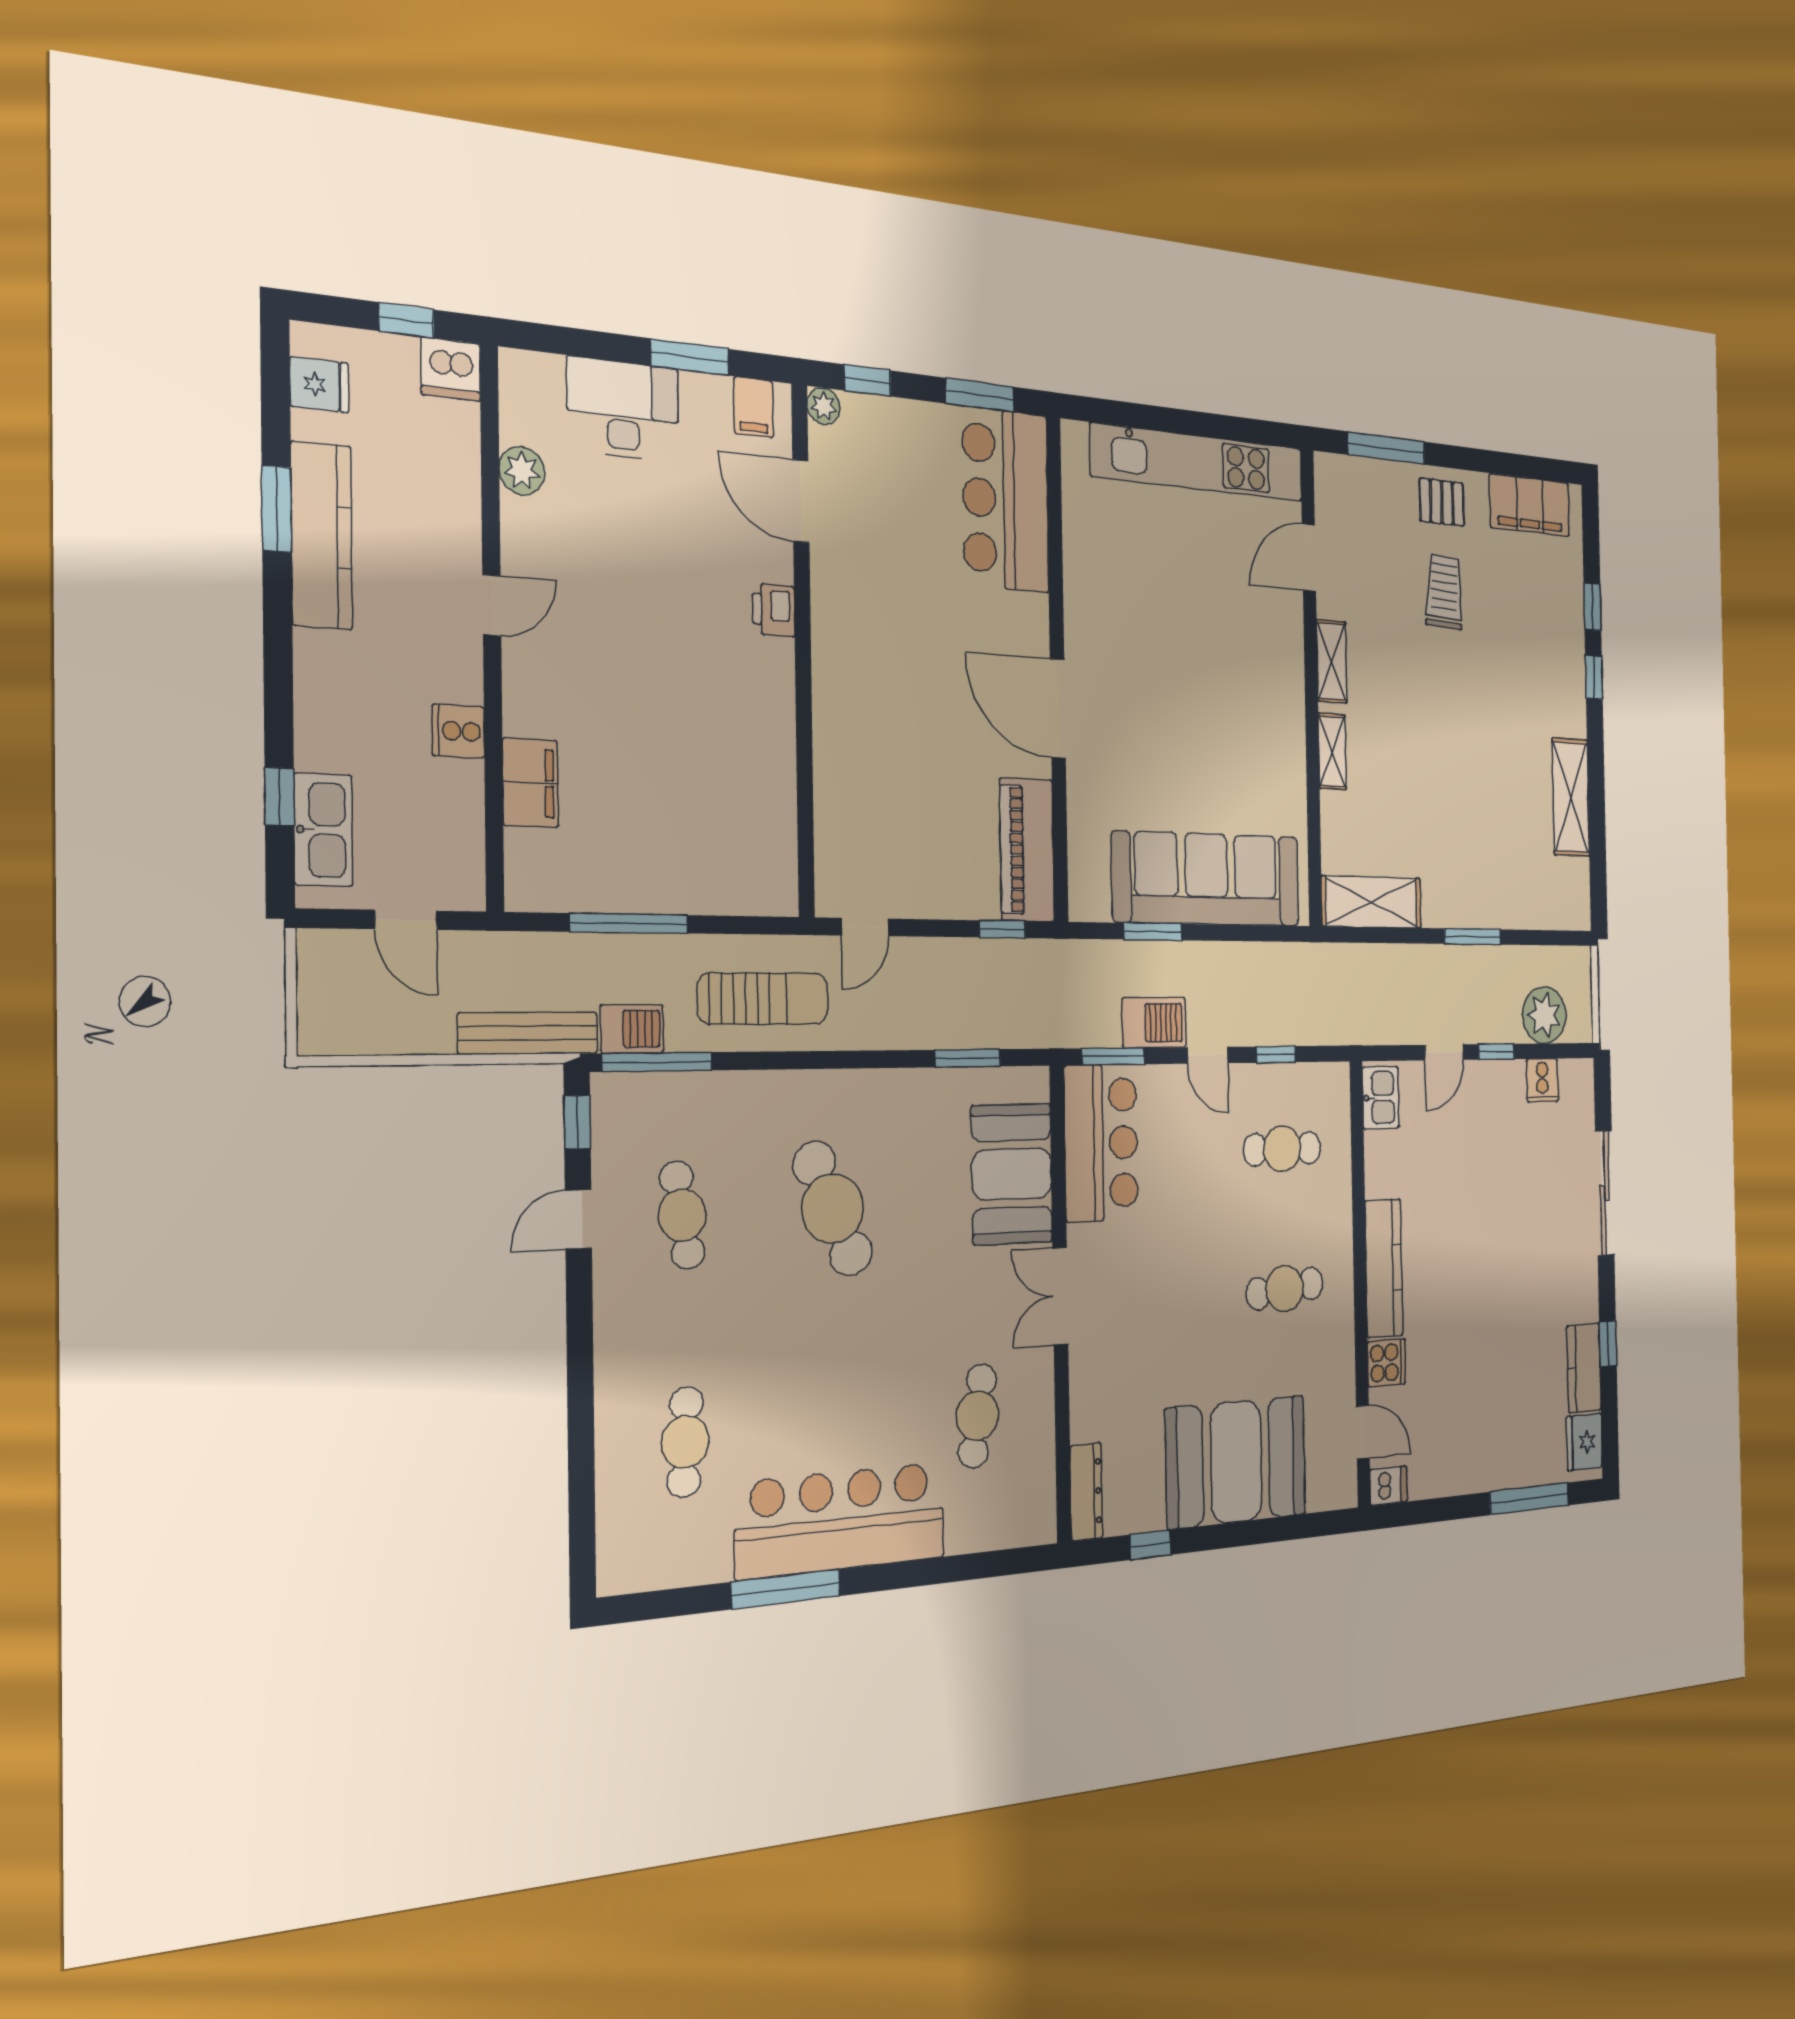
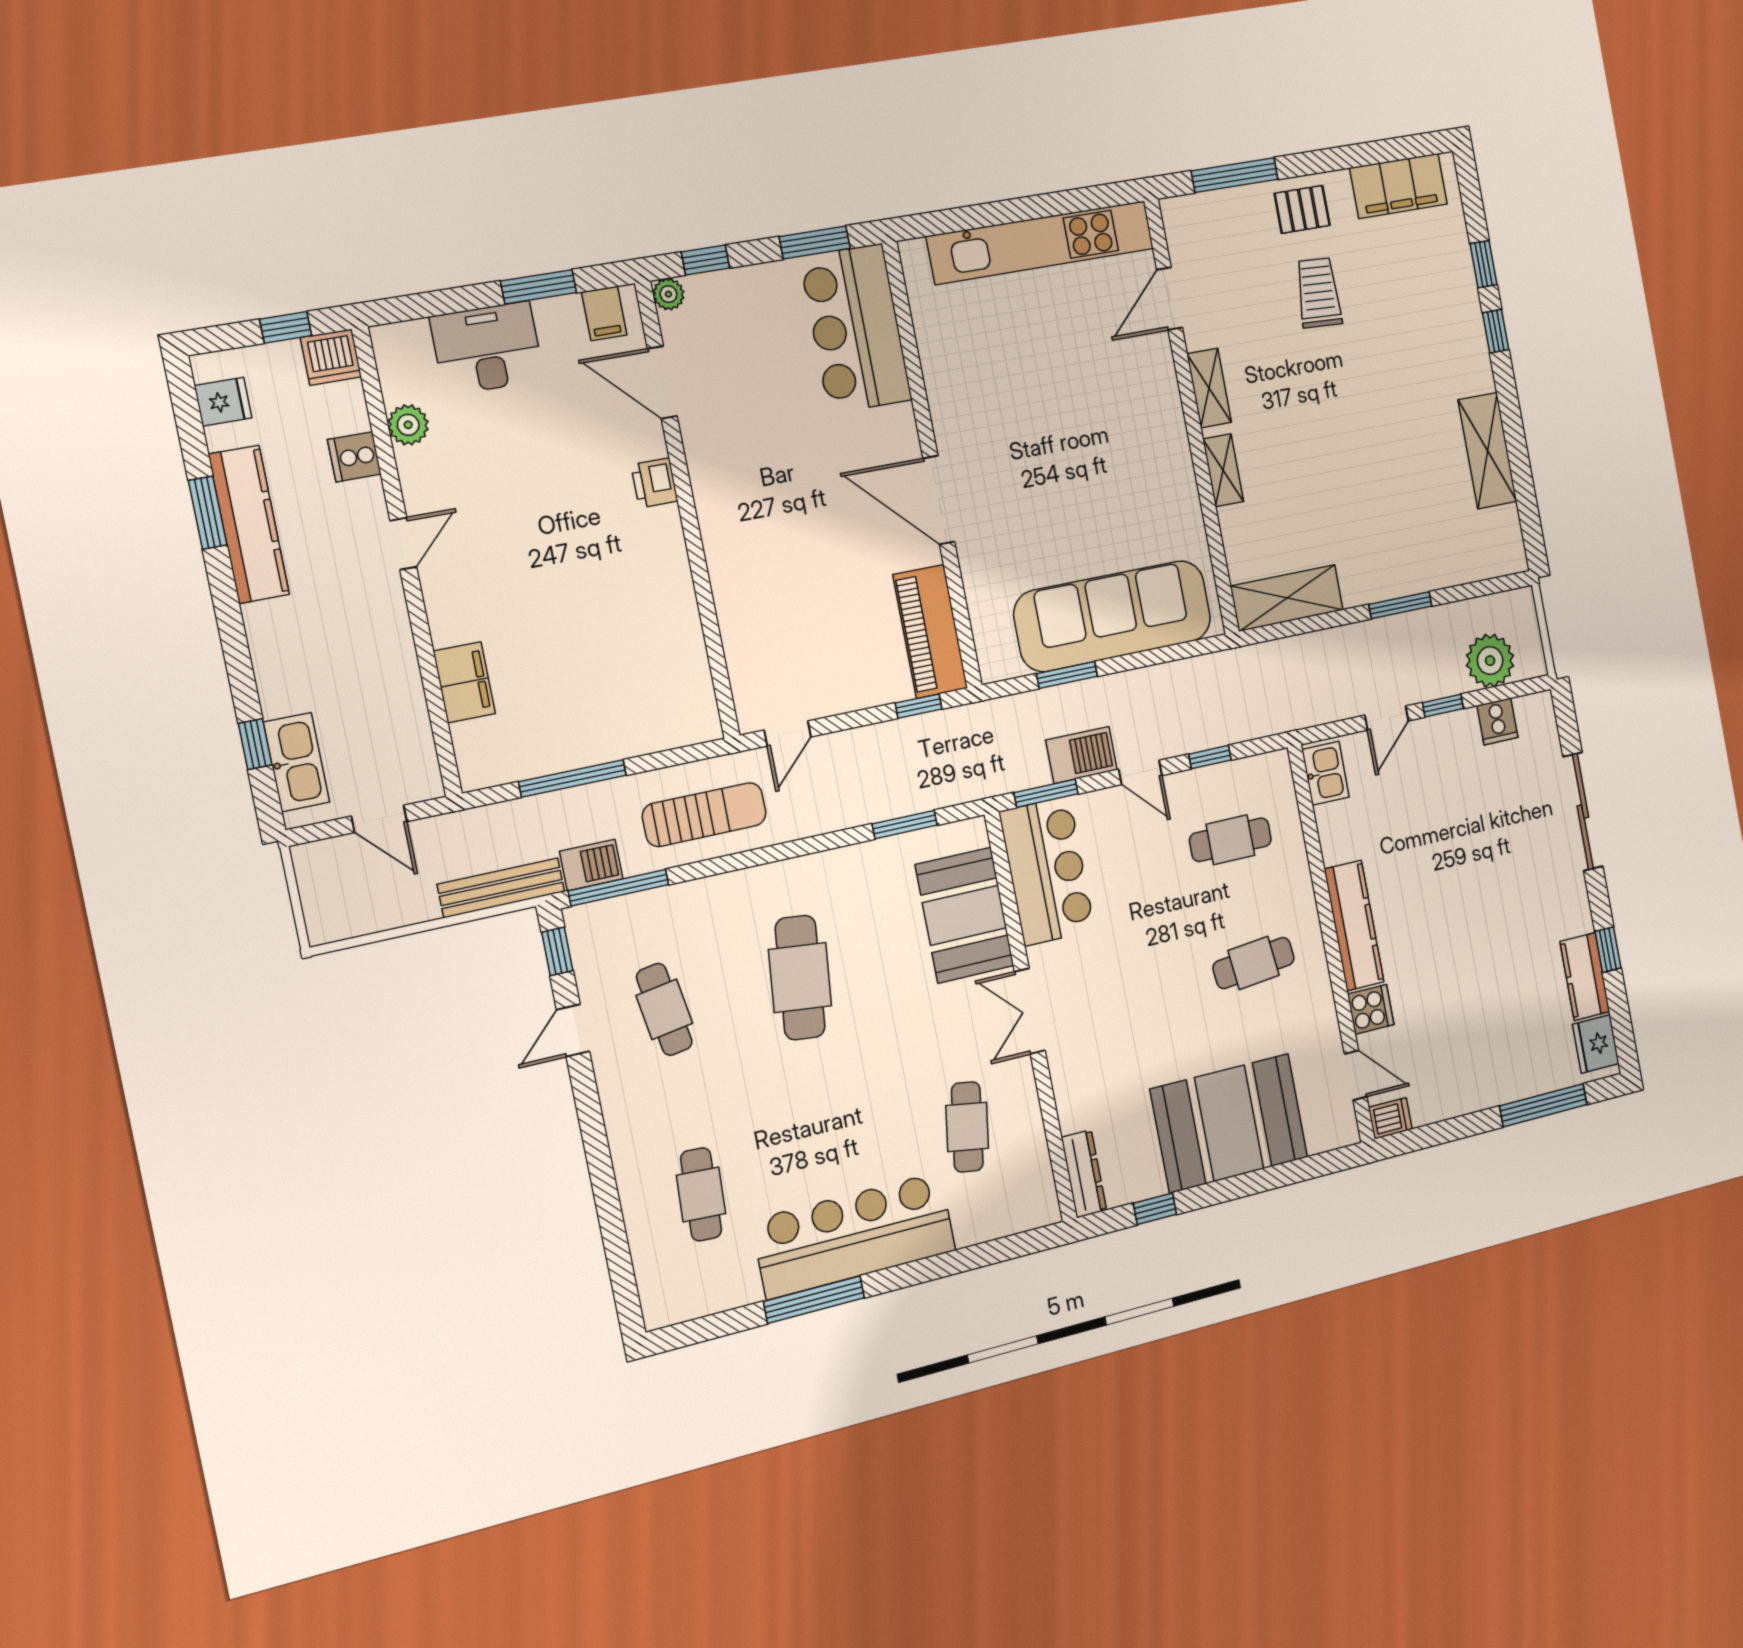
cooker: (458, 731) -> (354, 457), moved
cafe table: (833, 1209) -> (800, 978), turned 30

